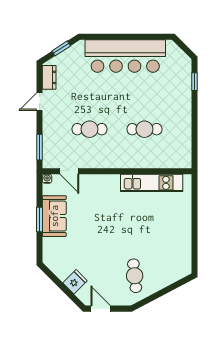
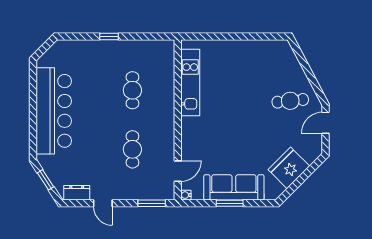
window: (194, 82) -> (109, 36), moved
sofa: (54, 216) -> (234, 187), width x1.36
fridge: (75, 282) -> (289, 168), width x1.88, depth x1.34
door: (101, 309) -> (326, 123), moved

